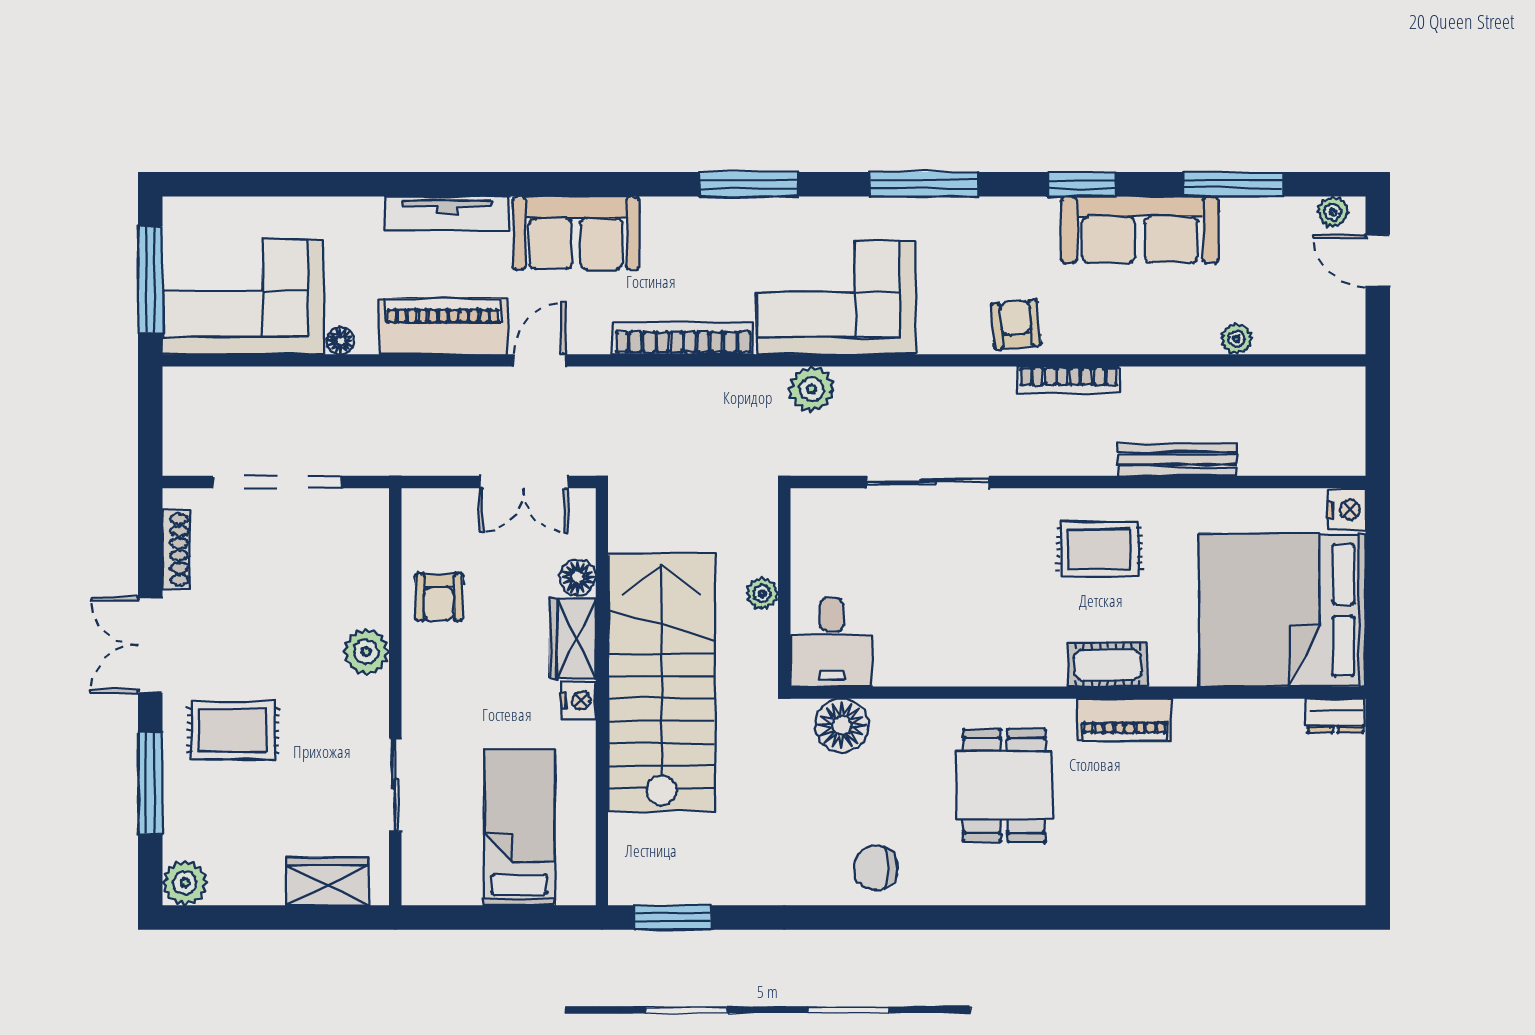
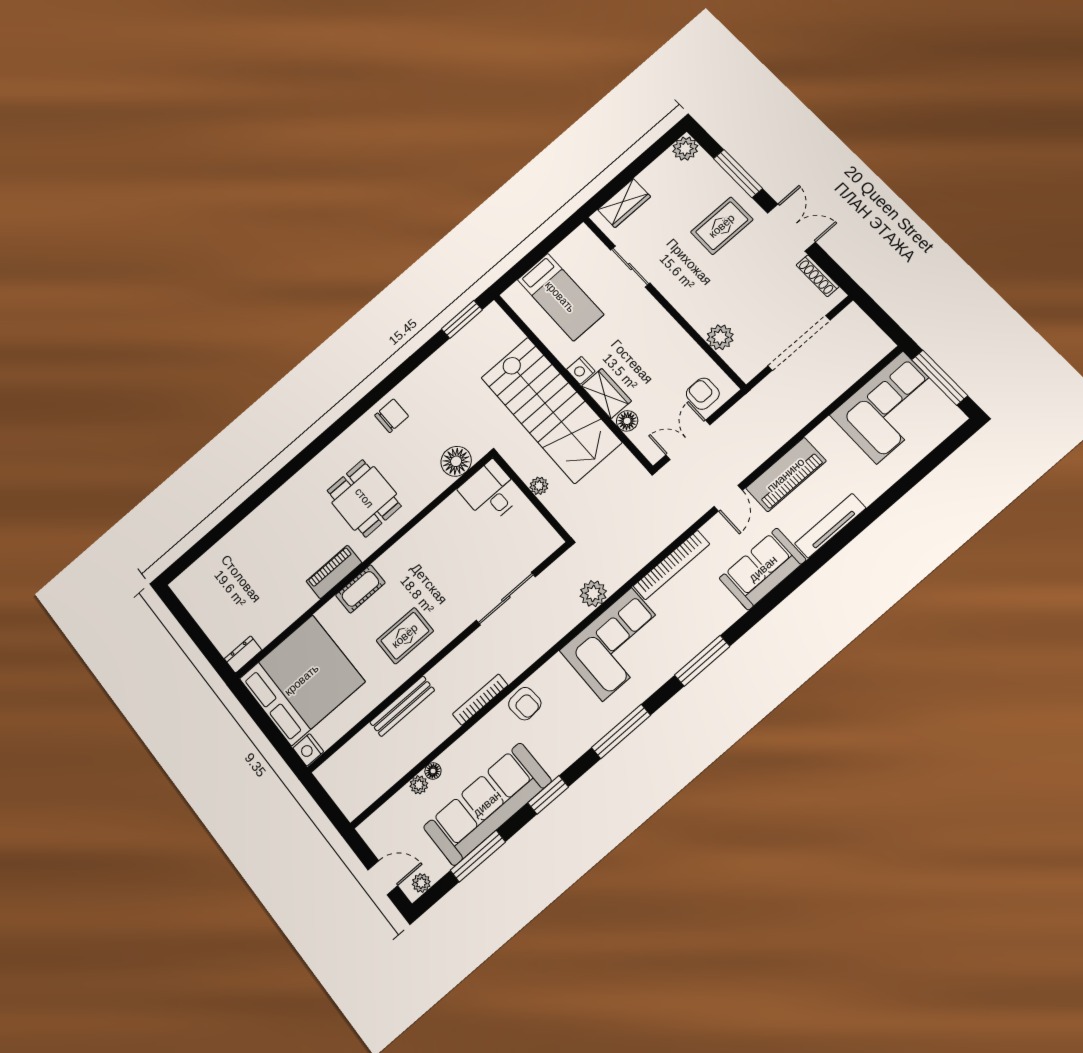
sofa: (1140, 230) -> (487, 804), width x1.36, depth x1.27
floor lamp: (341, 341) -> (433, 771), moved
armchair: (439, 597) -> (703, 394), moved
plant: (366, 652) -> (720, 337), moved

